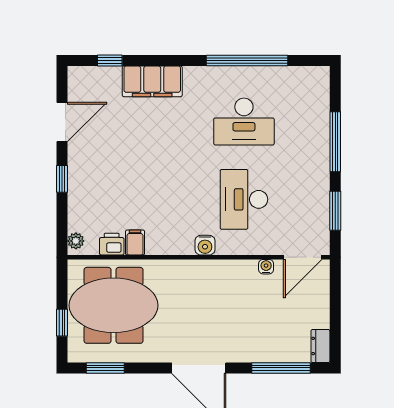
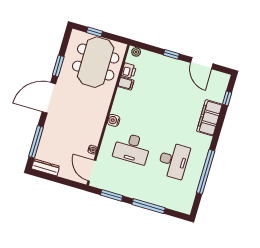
desk: (244, 122) -> (174, 160), turned 180
desk: (244, 199) -> (132, 148), turned 180
dresser: (320, 346) -> (46, 167), width x1.44
window: (105, 368) -> (58, 66), moved

